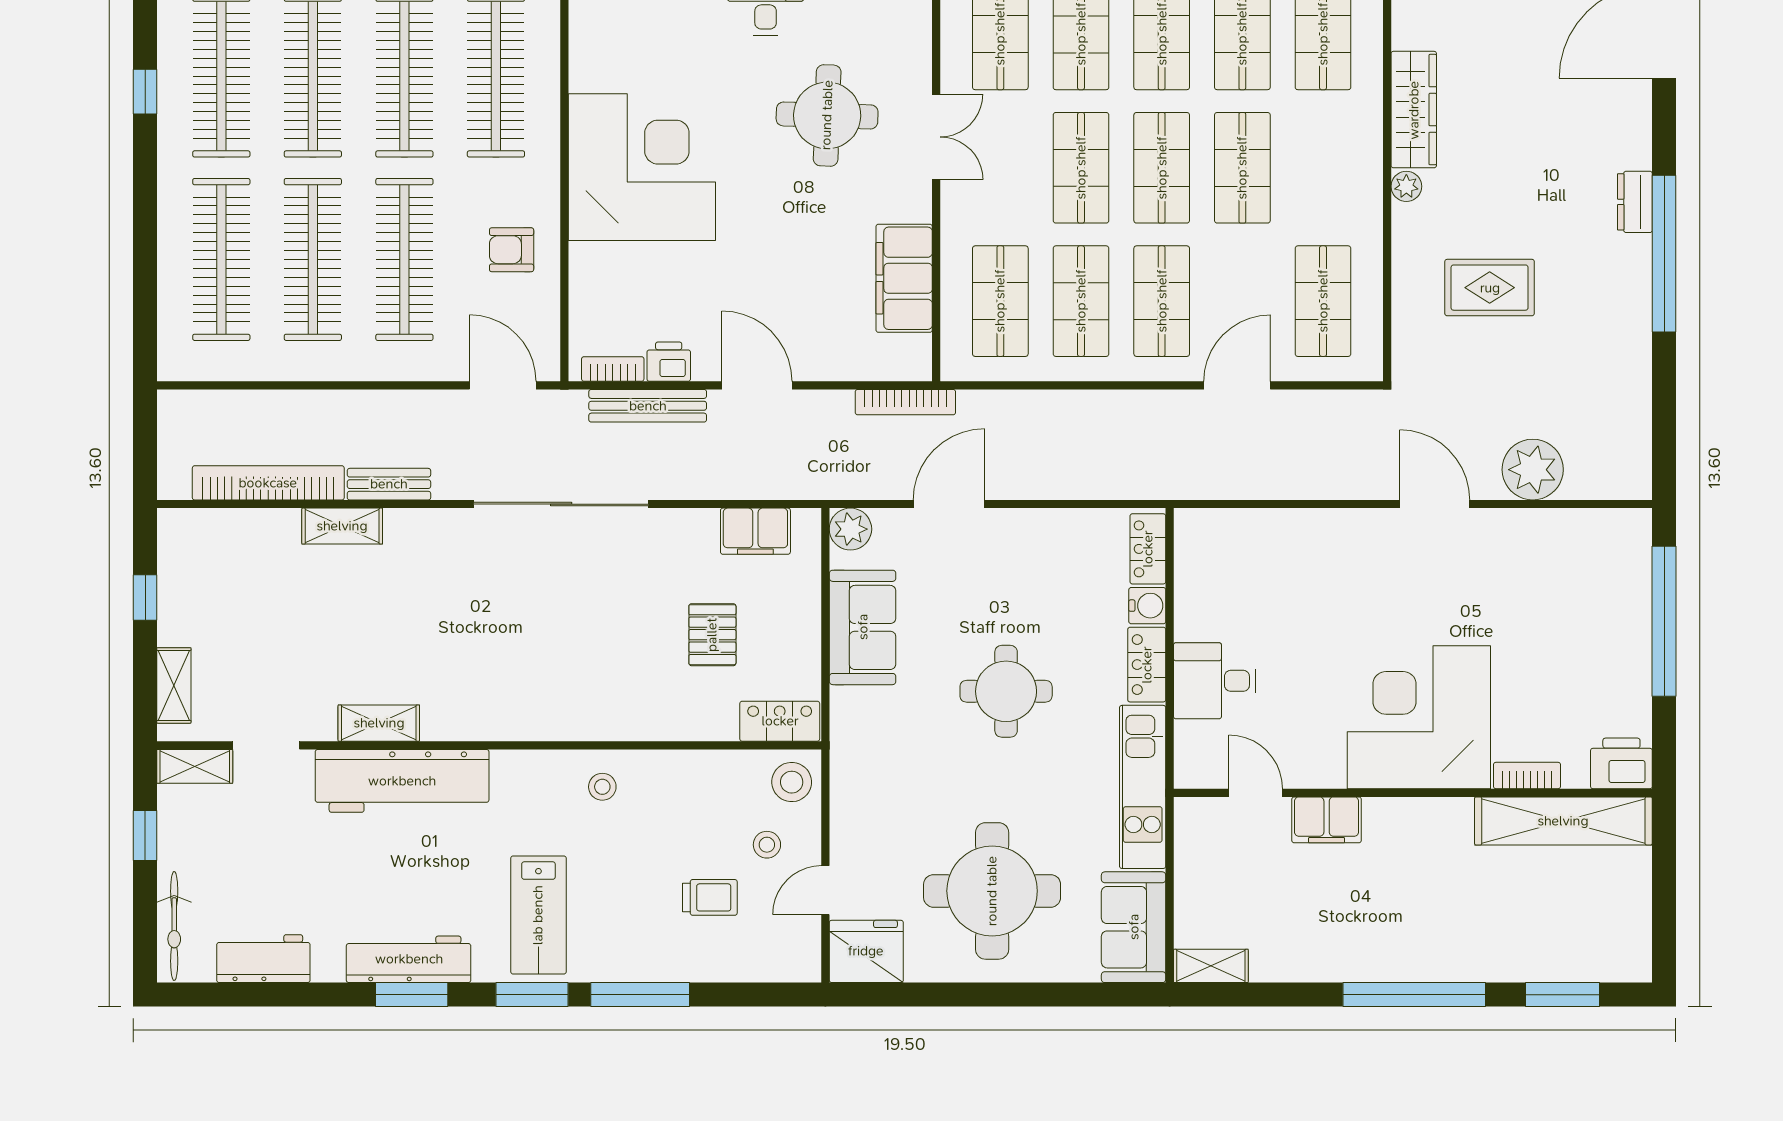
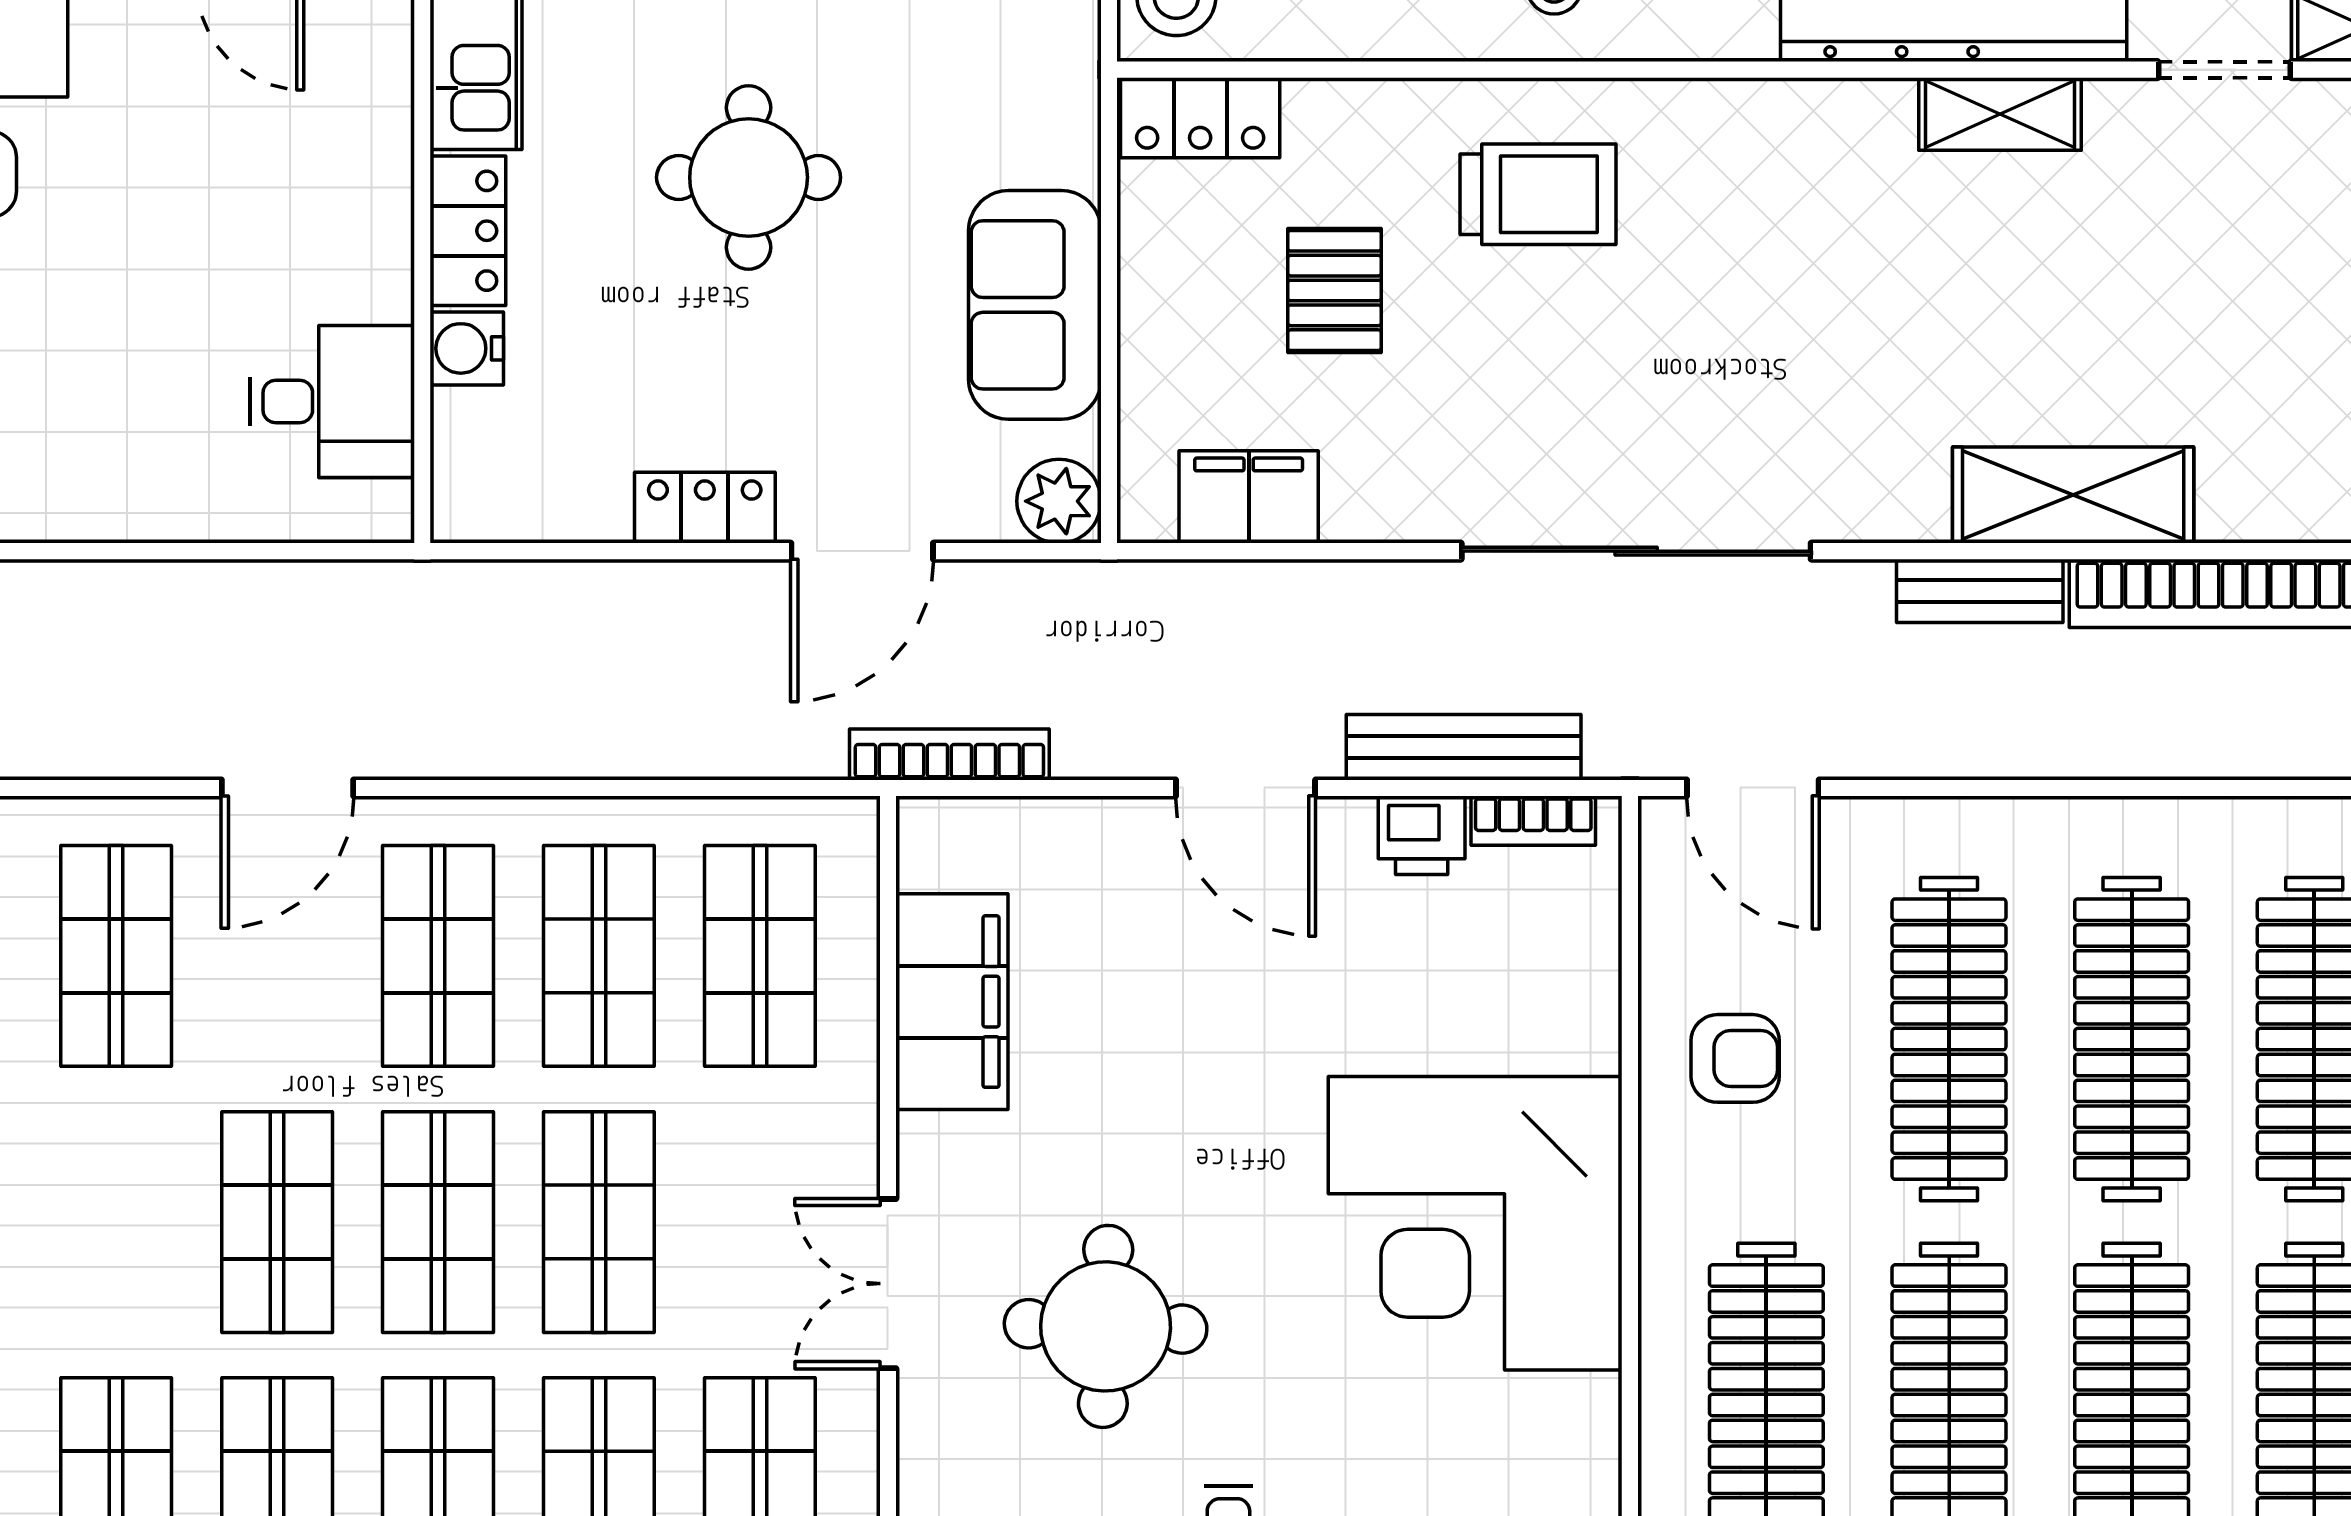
shelving: (342, 526) -> (2073, 495), width x1.50, depth x1.33
locker: (1148, 549) -> (705, 508), moved, turned -90
desk: (1215, 681) -> (332, 402), moved
trolley: (610, 683) -> (1538, 194), added

